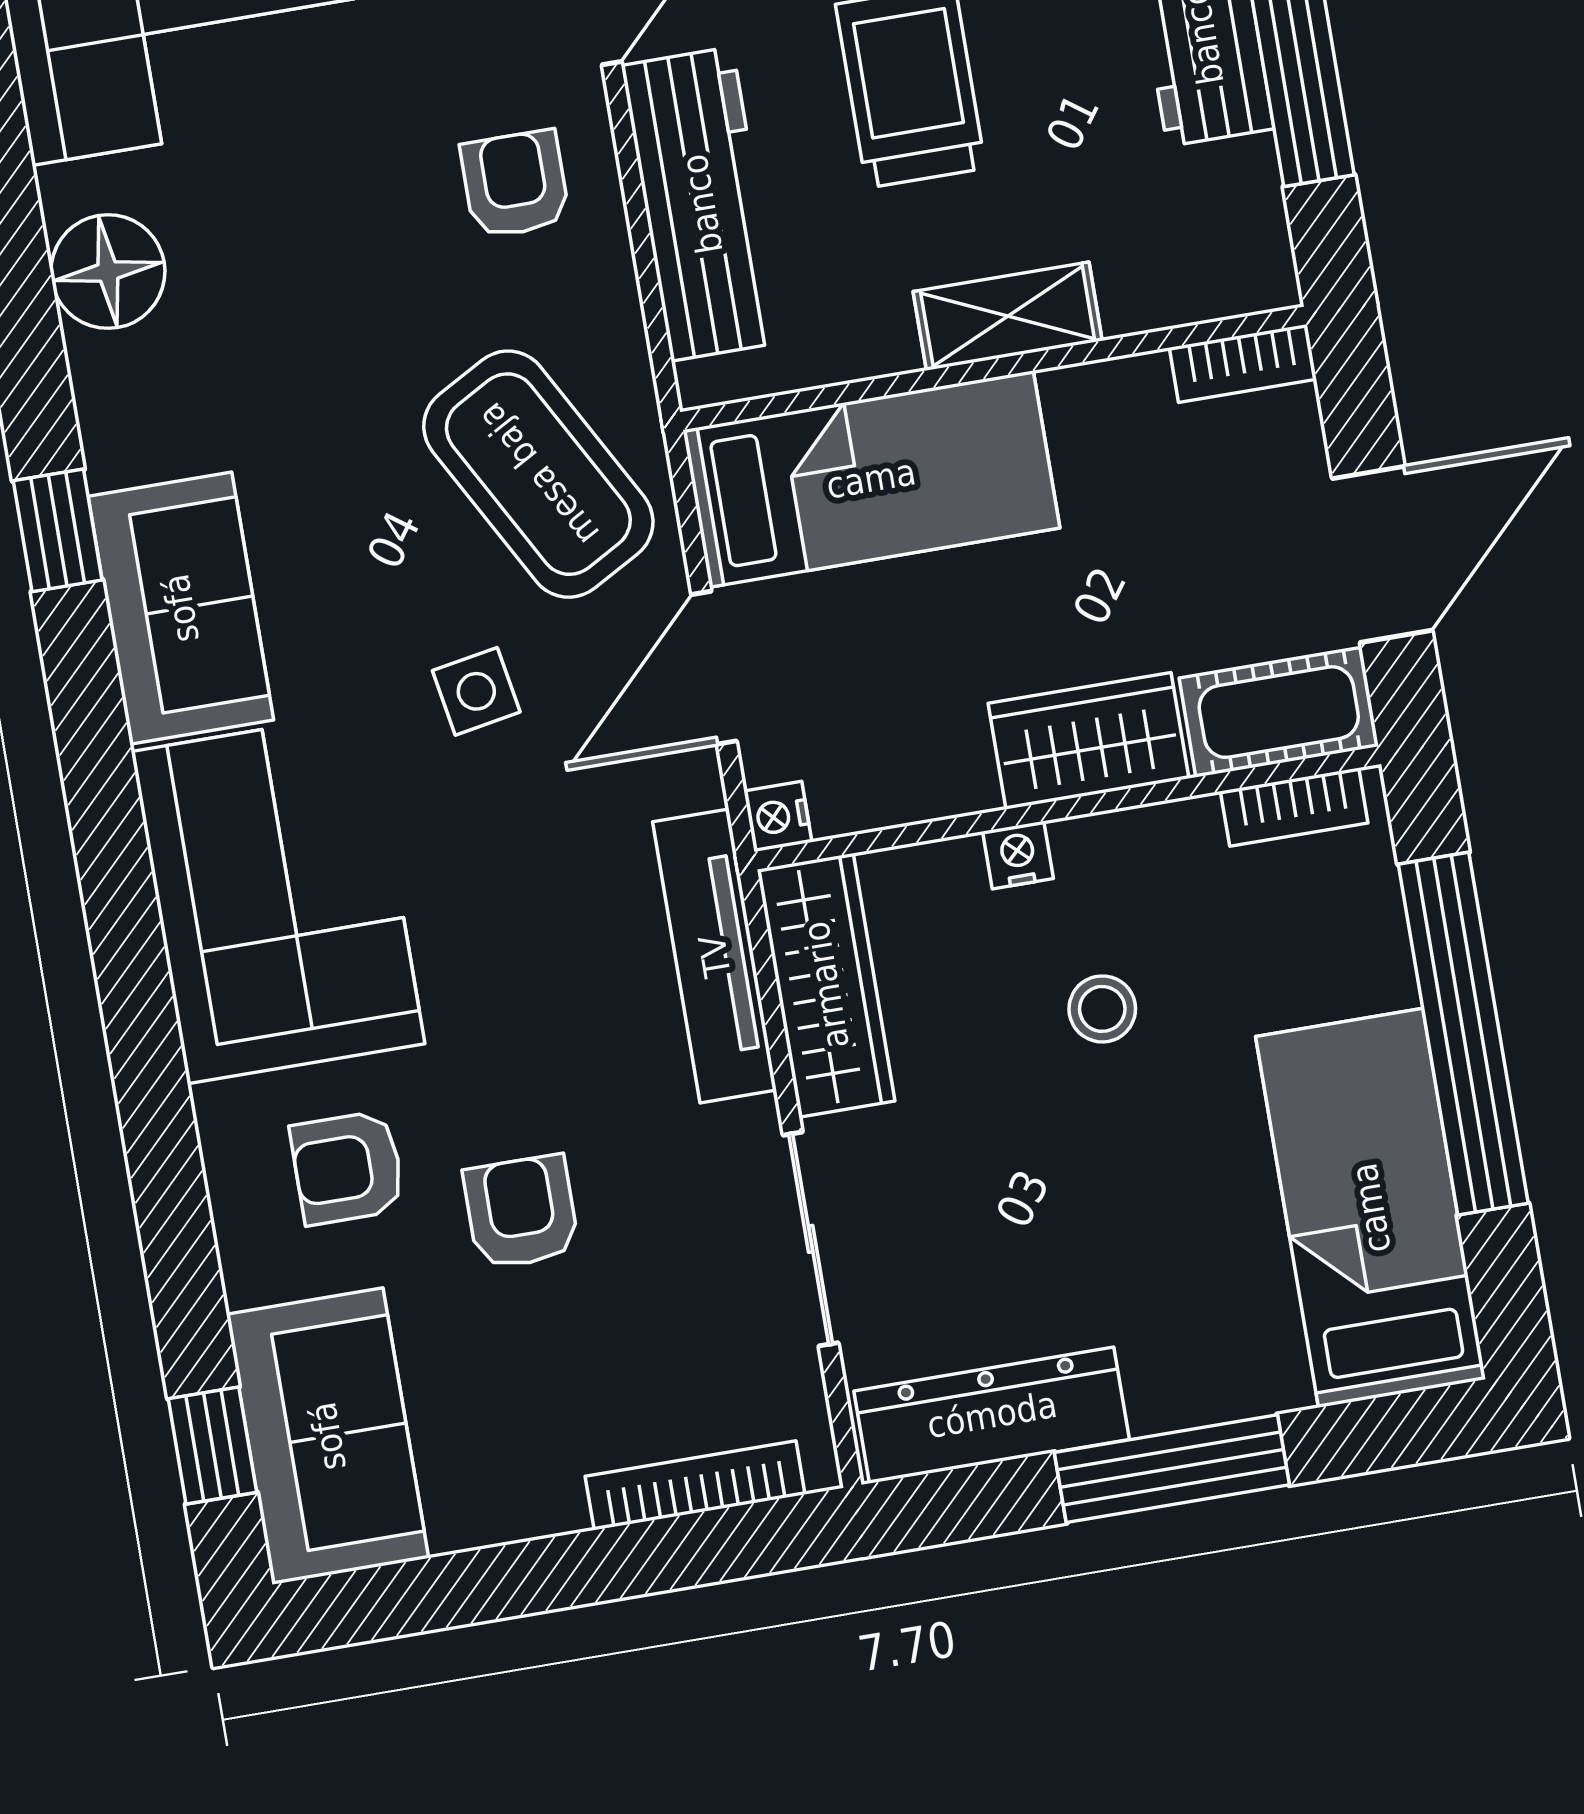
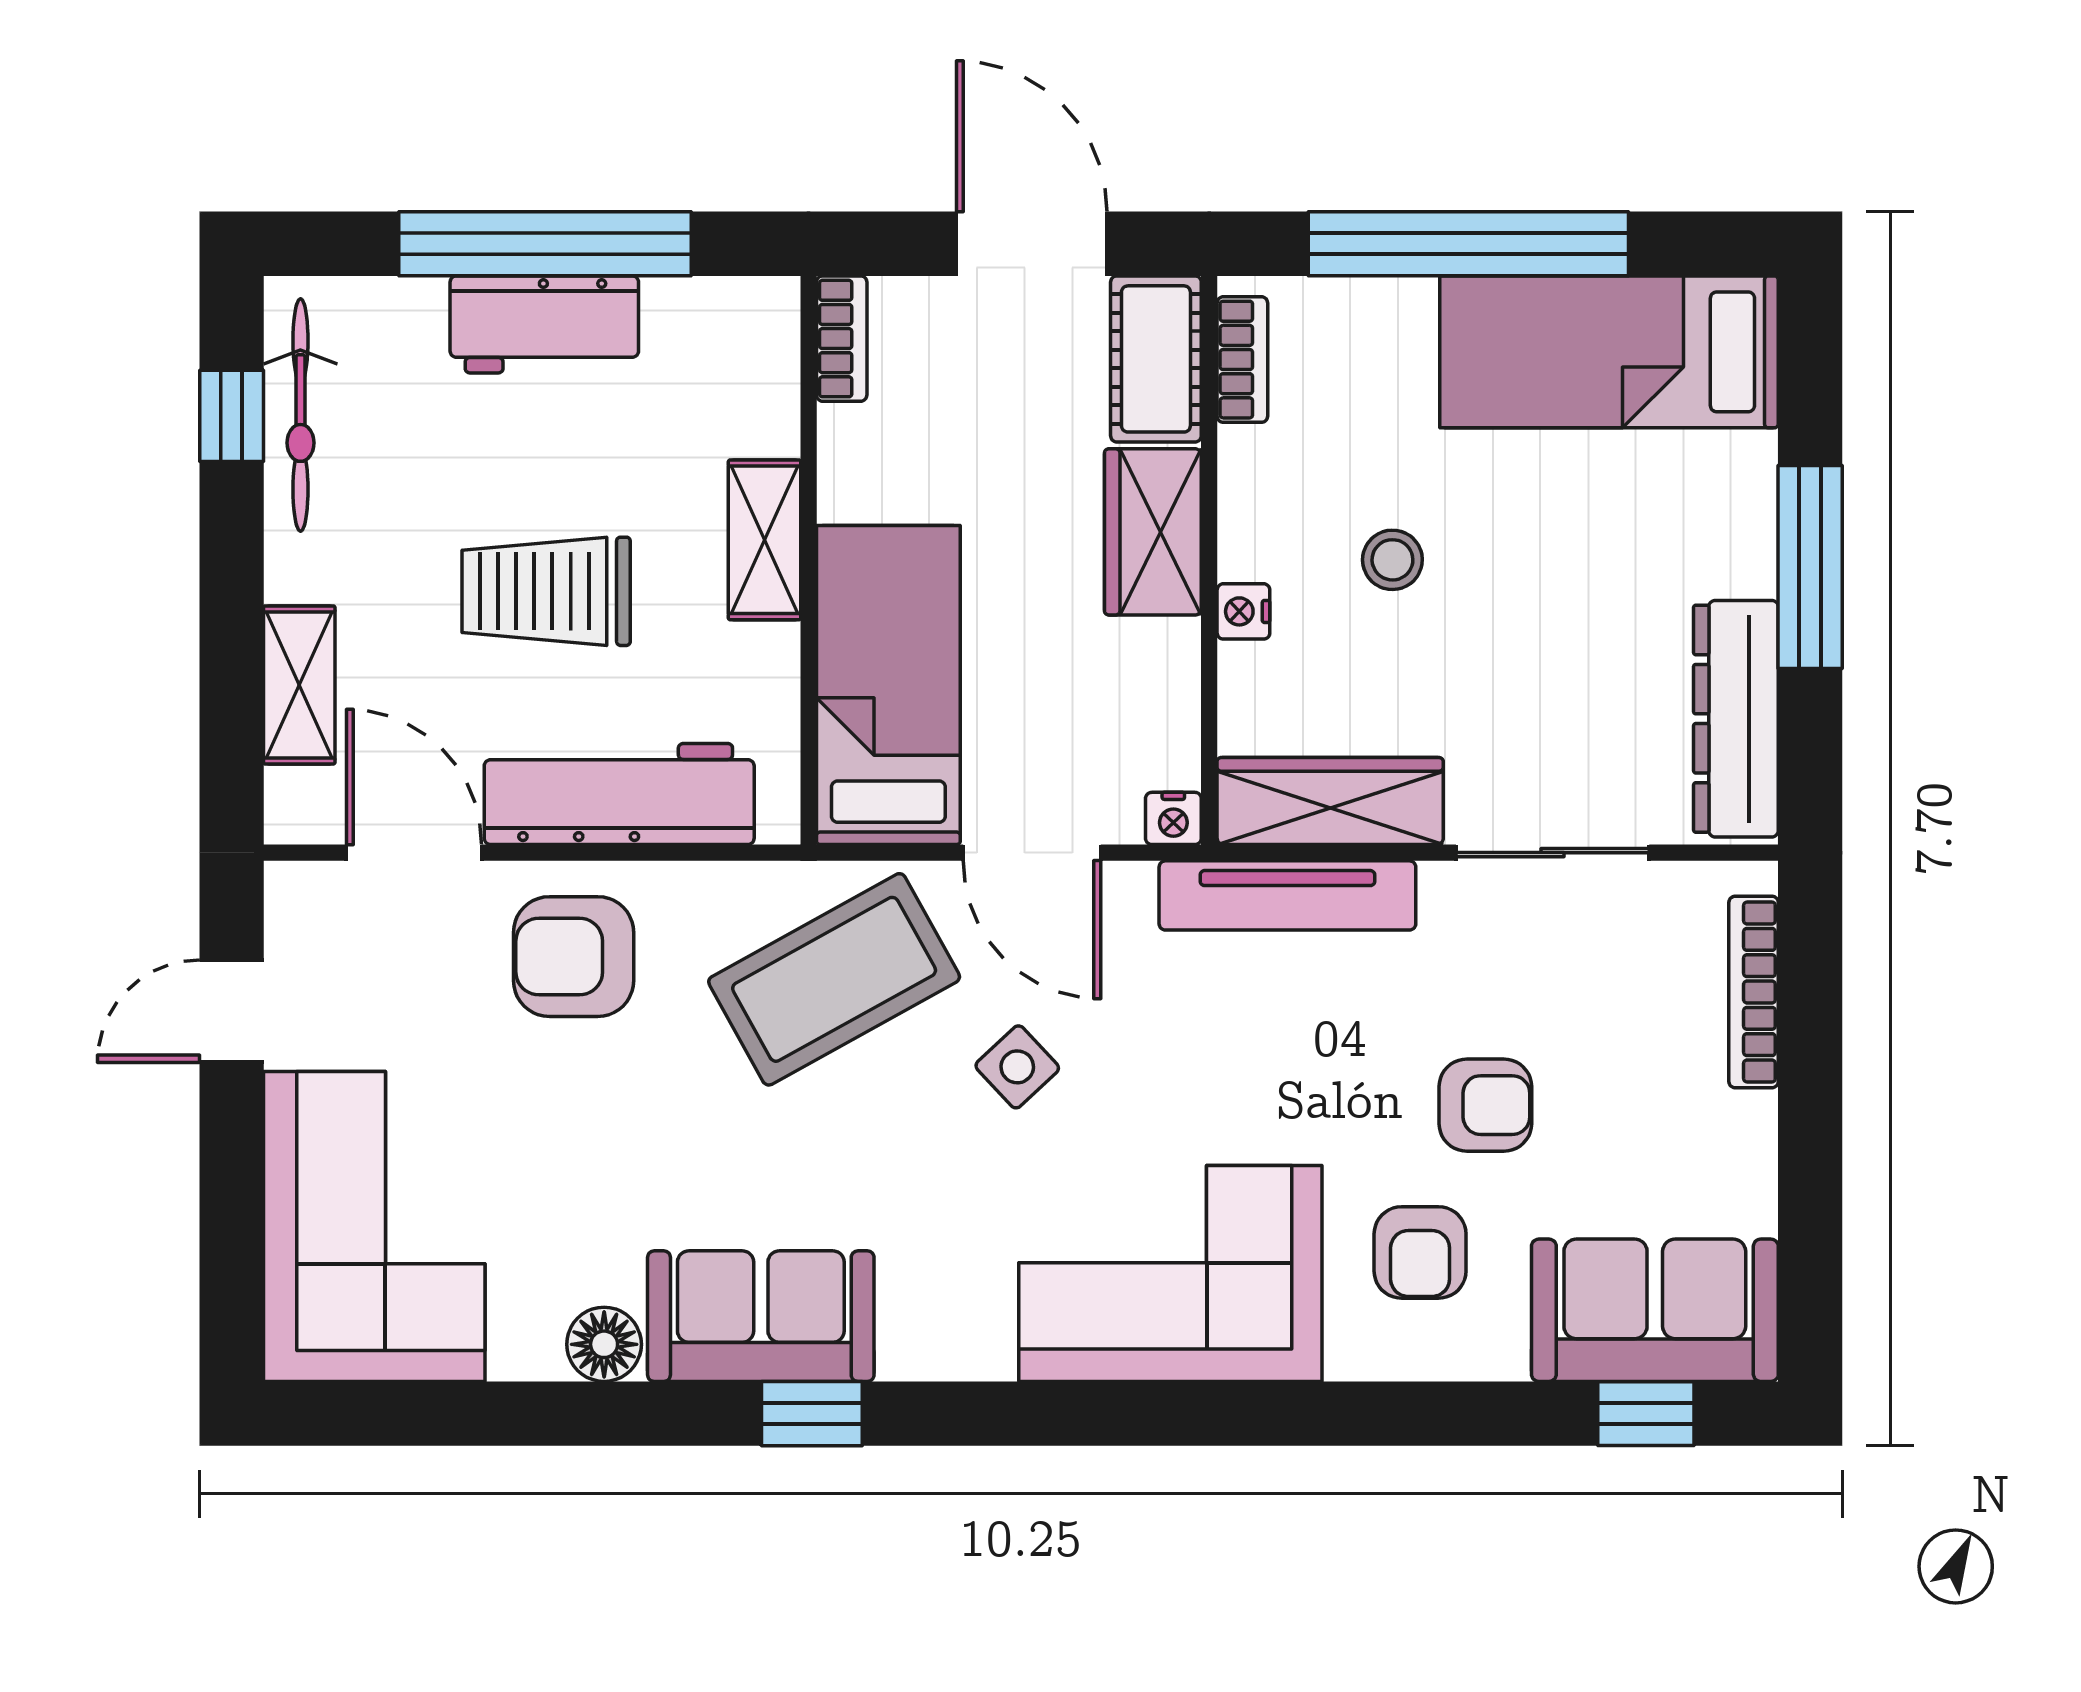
armchair: (515, 184) -> (574, 957), width x1.38, depth x1.38
floor lamp: (108, 272) -> (604, 1344), width x0.73, depth x0.73
sofa: (181, 608) -> (761, 1316), moved
side table: (476, 691) -> (1017, 1067), turned -33
armchair: (521, 1212) -> (1485, 1105), turned 180

